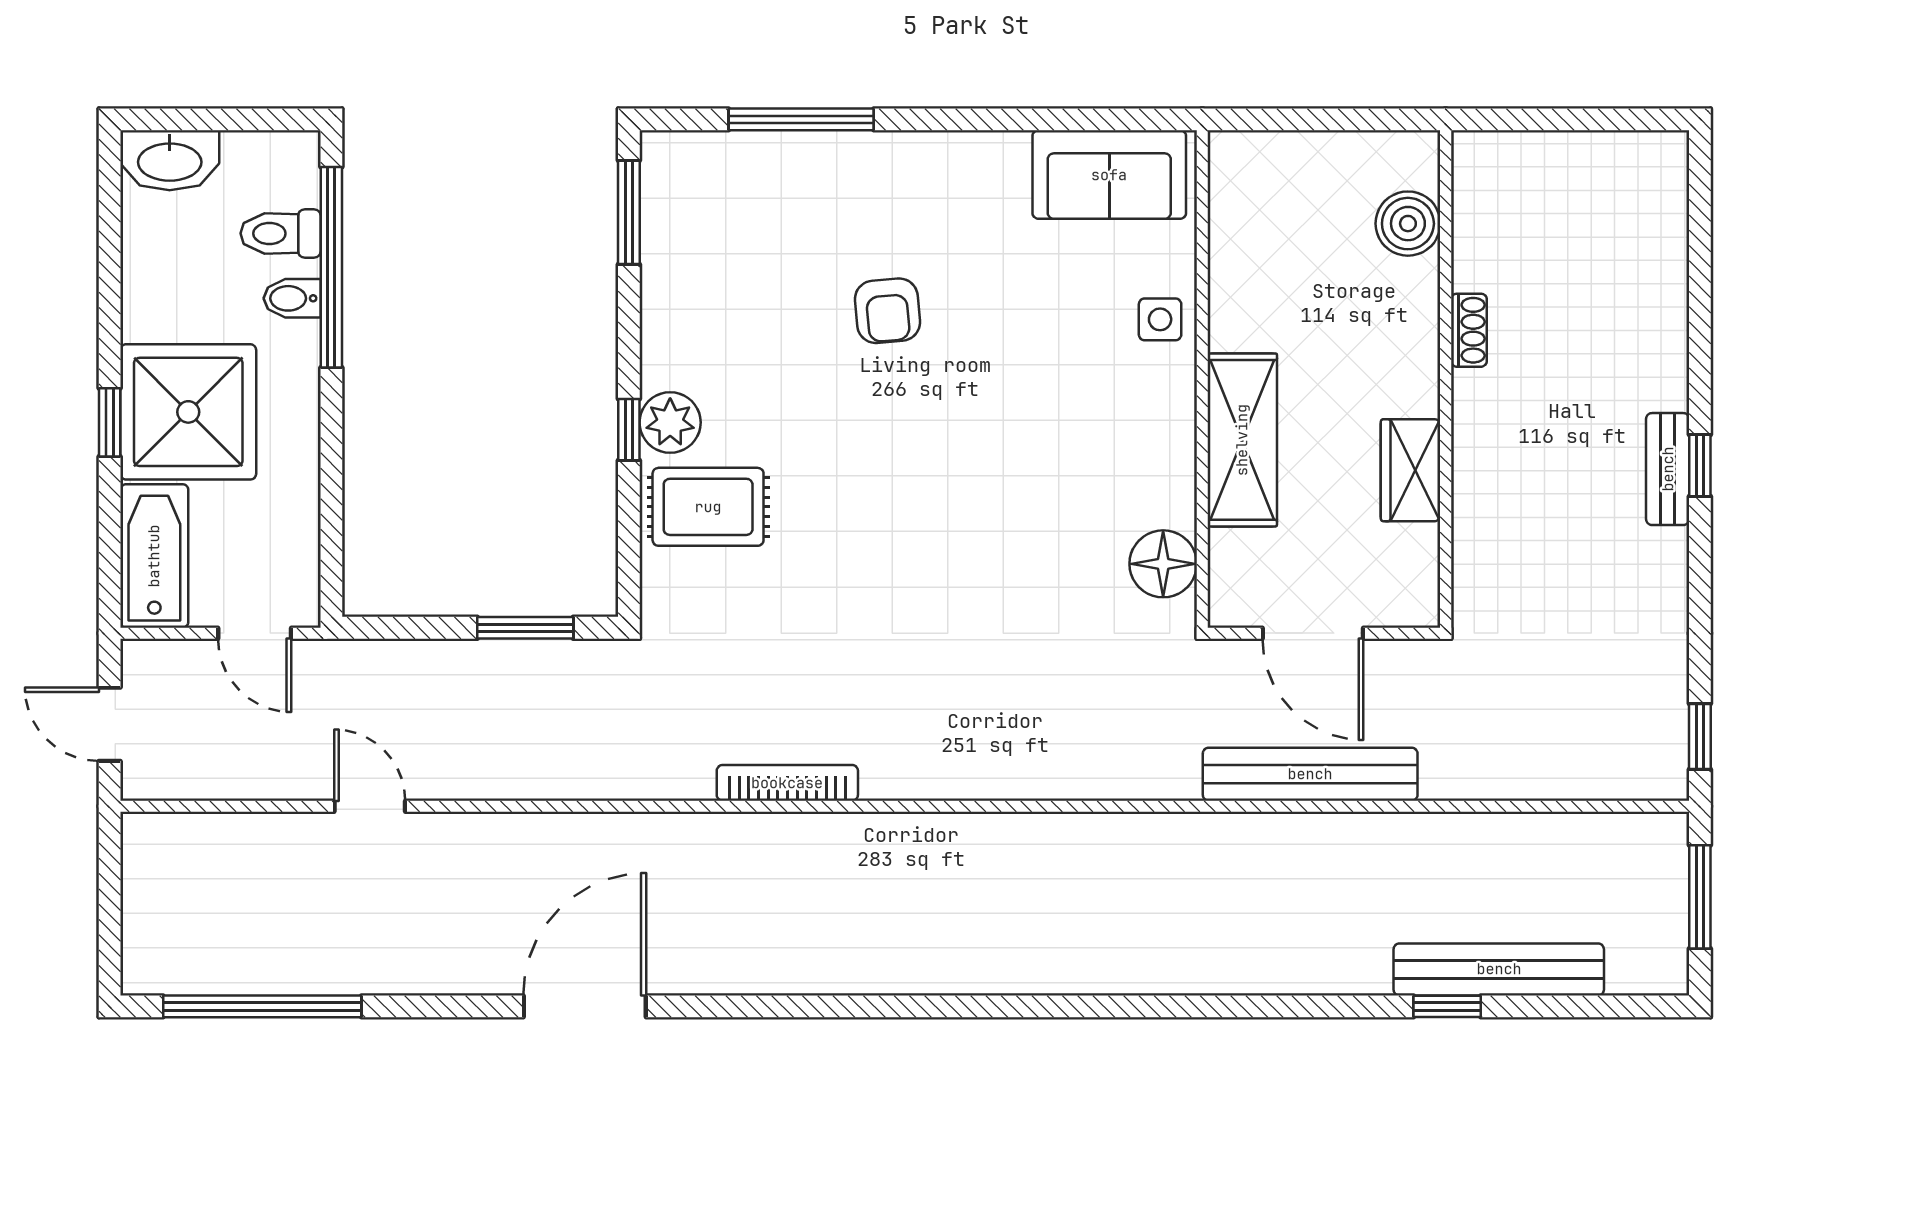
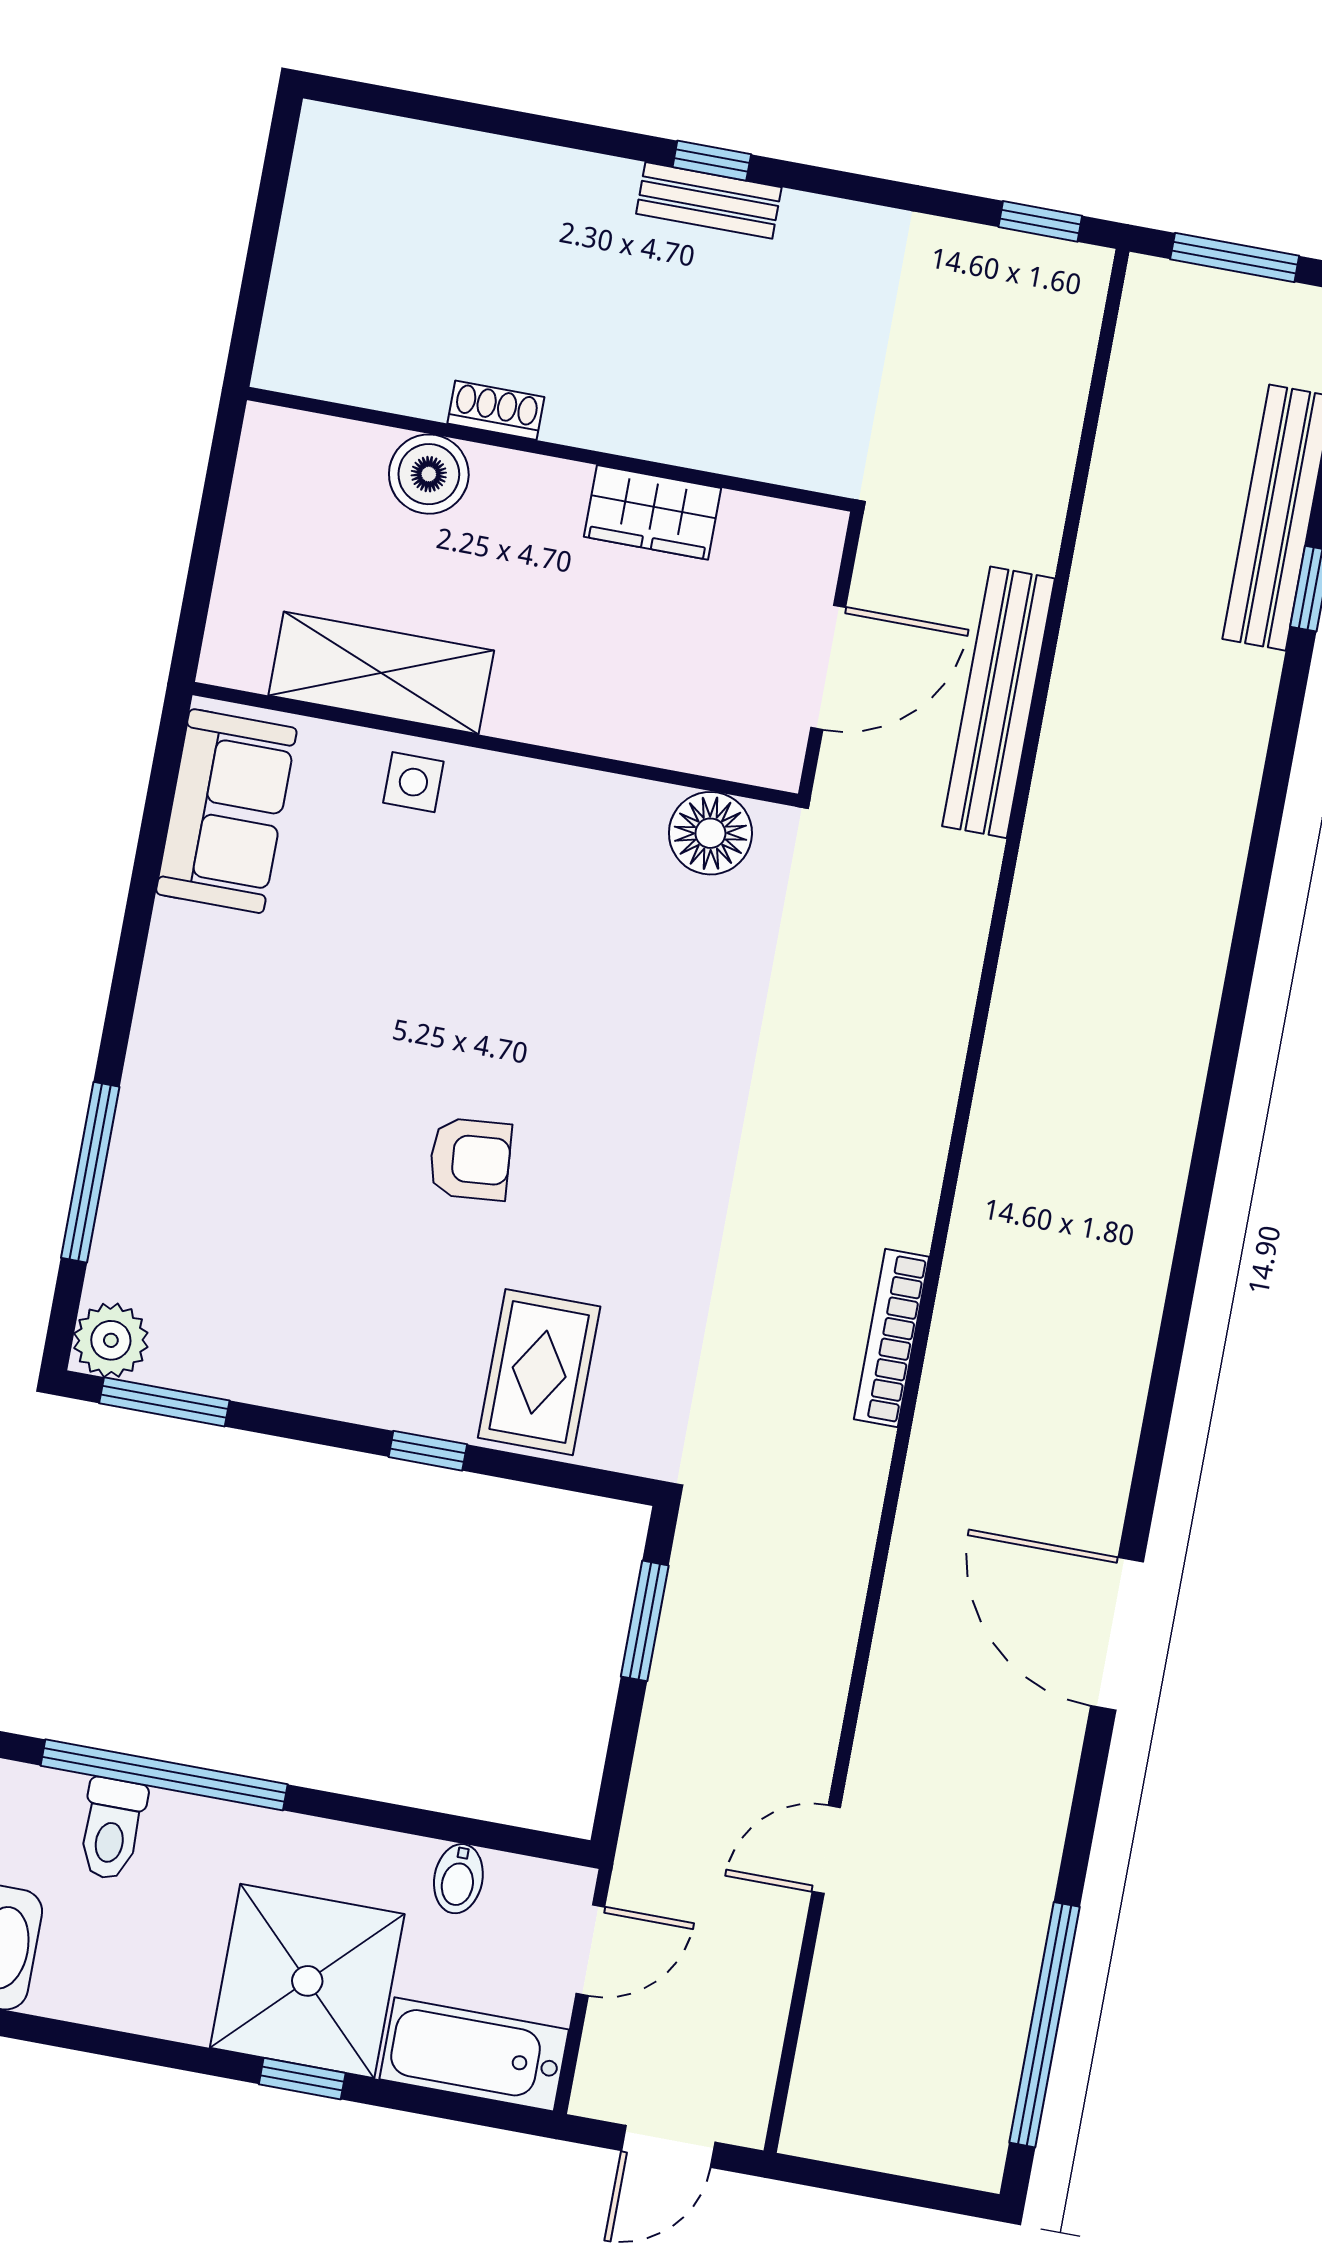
boiler: (1408, 224) -> (429, 474), moved
bidet: (292, 298) -> (458, 1879), moved
armchair: (887, 311) -> (470, 1159), moved
plant: (670, 422) -> (111, 1340), moved
shelving: (1242, 440) -> (381, 673), moved

